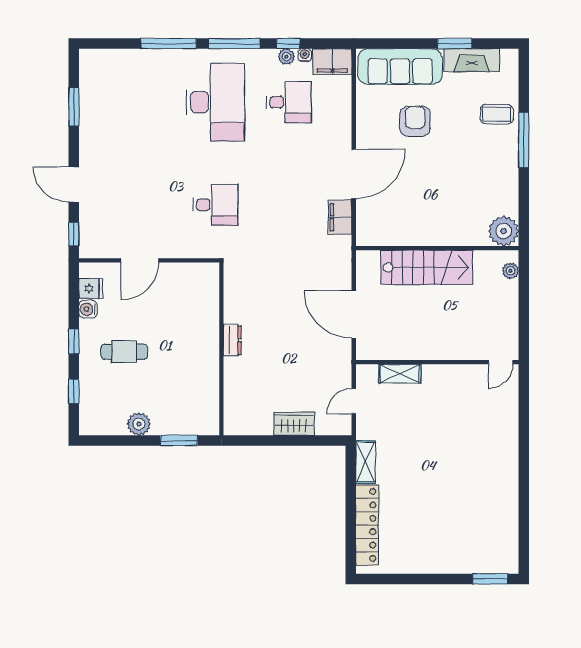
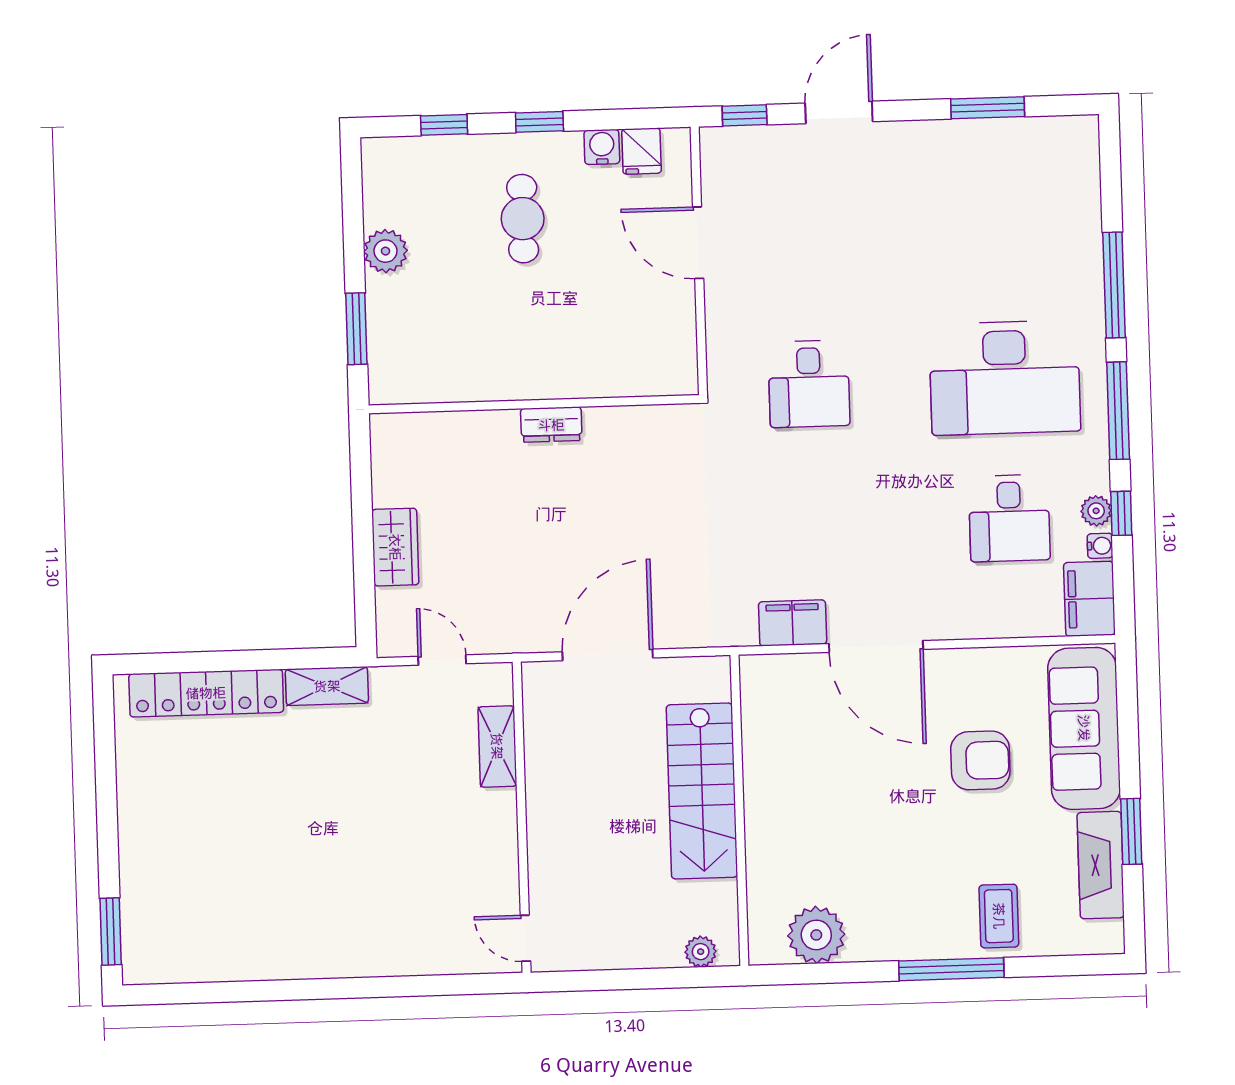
plant: (504, 231) -> (816, 935), moved

